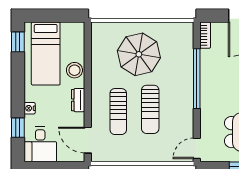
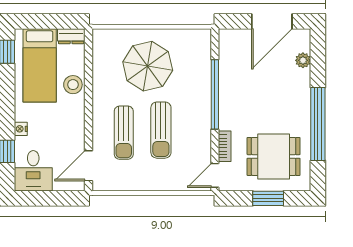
bookcase: (205, 35) -> (225, 146), moved
dresser: (78, 100) -> (71, 36), moved, turned -90
door: (88, 140) -> (88, 166), hinge flipped

